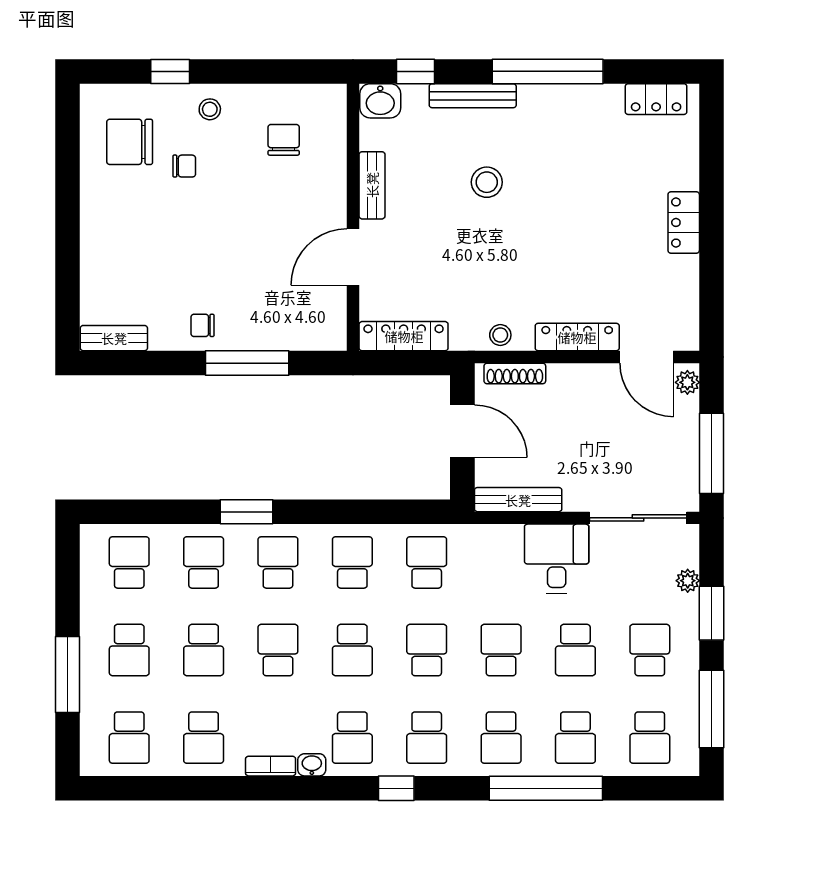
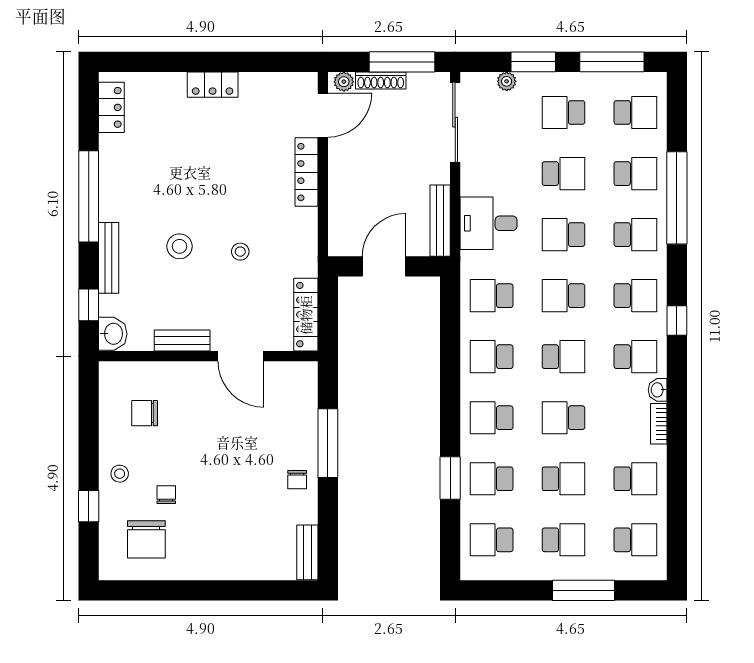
stool: (500, 335) -> (240, 252), moved
shoe rack: (515, 373) -> (381, 80), moved, turned 90
window: (246, 512) -> (450, 478), moved
desk: (557, 559) -> (488, 223), moved

